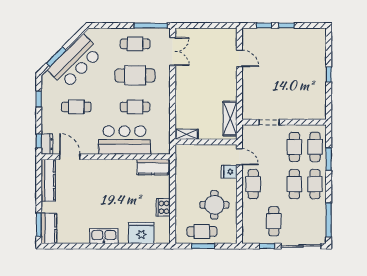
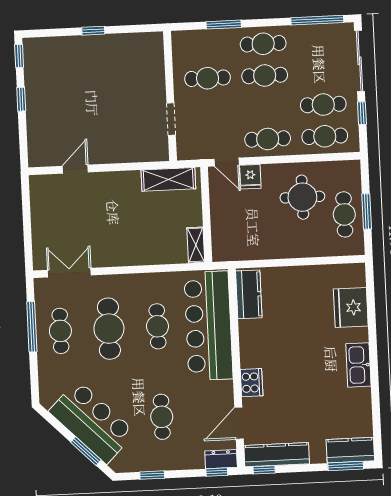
window: (151, 26) -> (32, 327), moved
window: (264, 26) -> (19, 56), moved
bar counter: (124, 140) -> (208, 326), width x1.36
cafe table: (315, 147) -> (325, 136), moved
door: (239, 157) -> (227, 162), swing flipped
window: (39, 172) -> (264, 470), added
cooker: (163, 207) -> (252, 383), moved, turned -90

